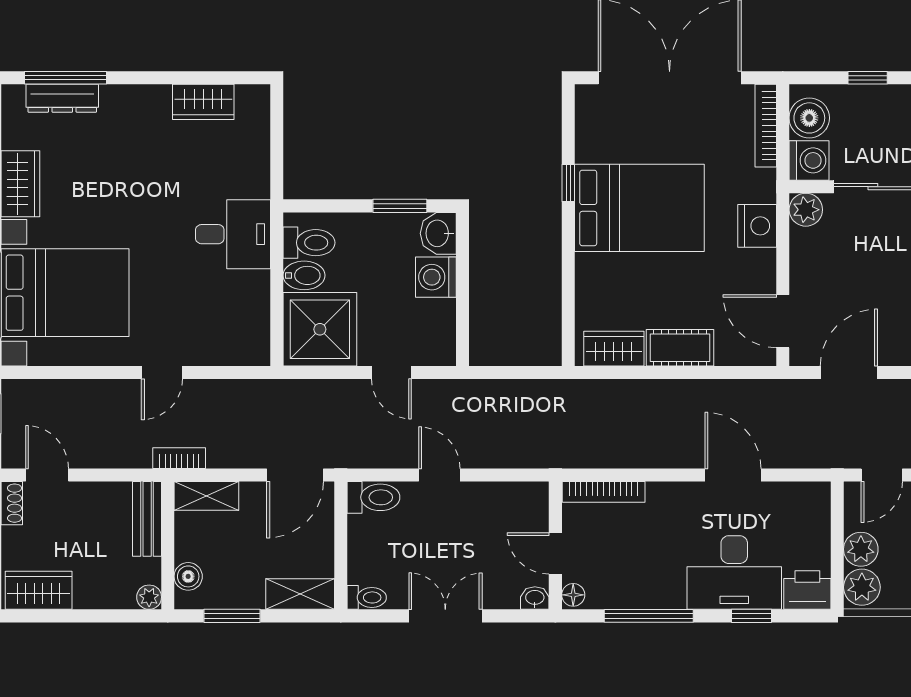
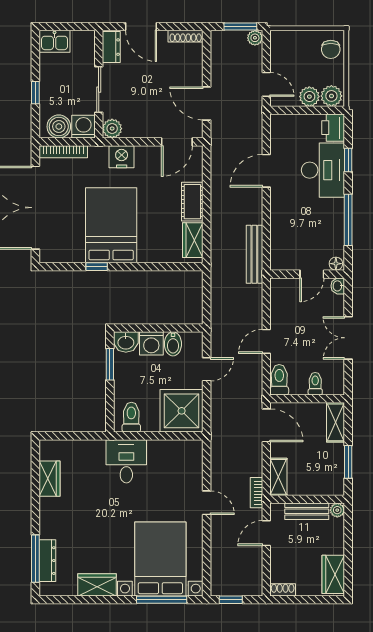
bidet: (304, 275) -> (173, 344), moved, turned 180
bench: (589, 455) -> (254, 254), added
door: (47, 475) -> (266, 533), moved
bookcase: (604, 492) -> (276, 246), removed
bench: (147, 519) -> (307, 511), moved
boiler: (188, 576) -> (325, 487), removed
toilet: (367, 597) -> (315, 384), moved

